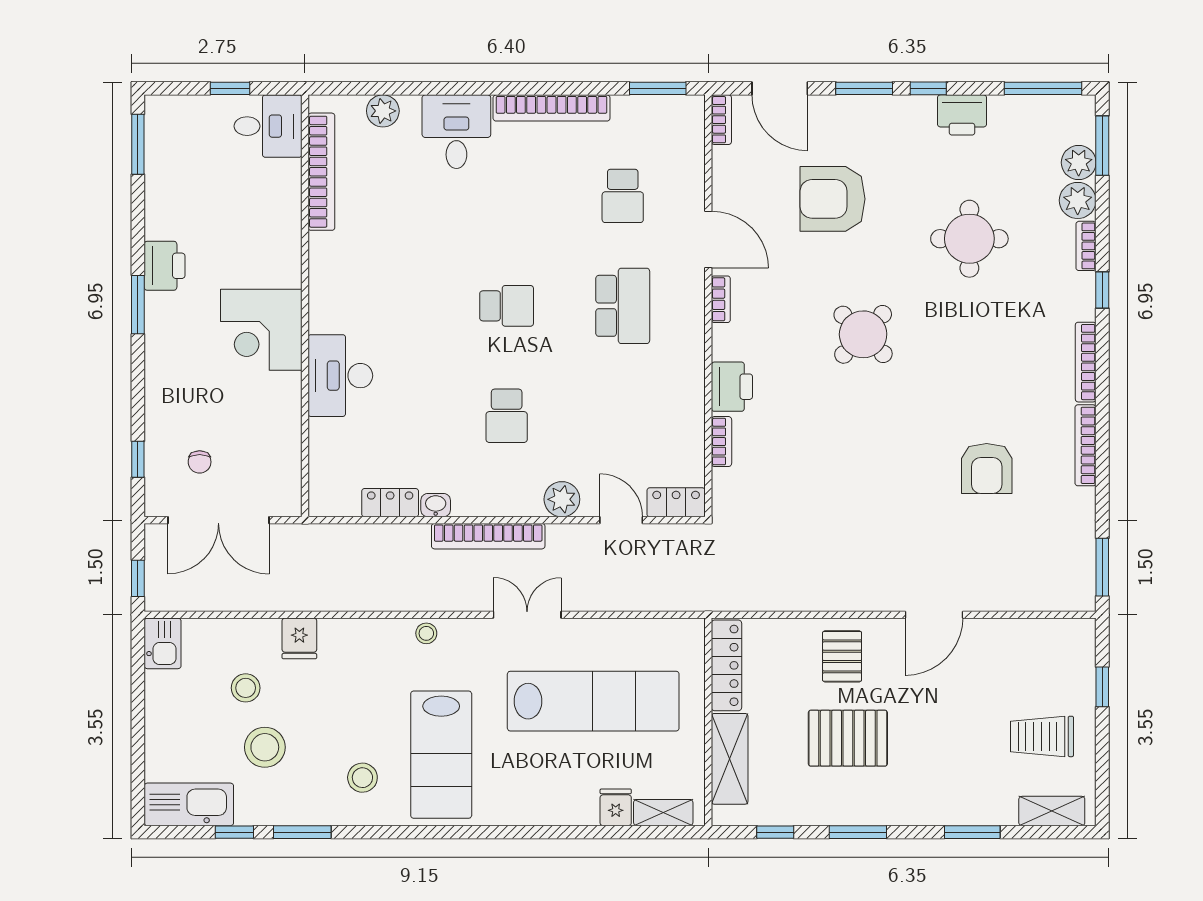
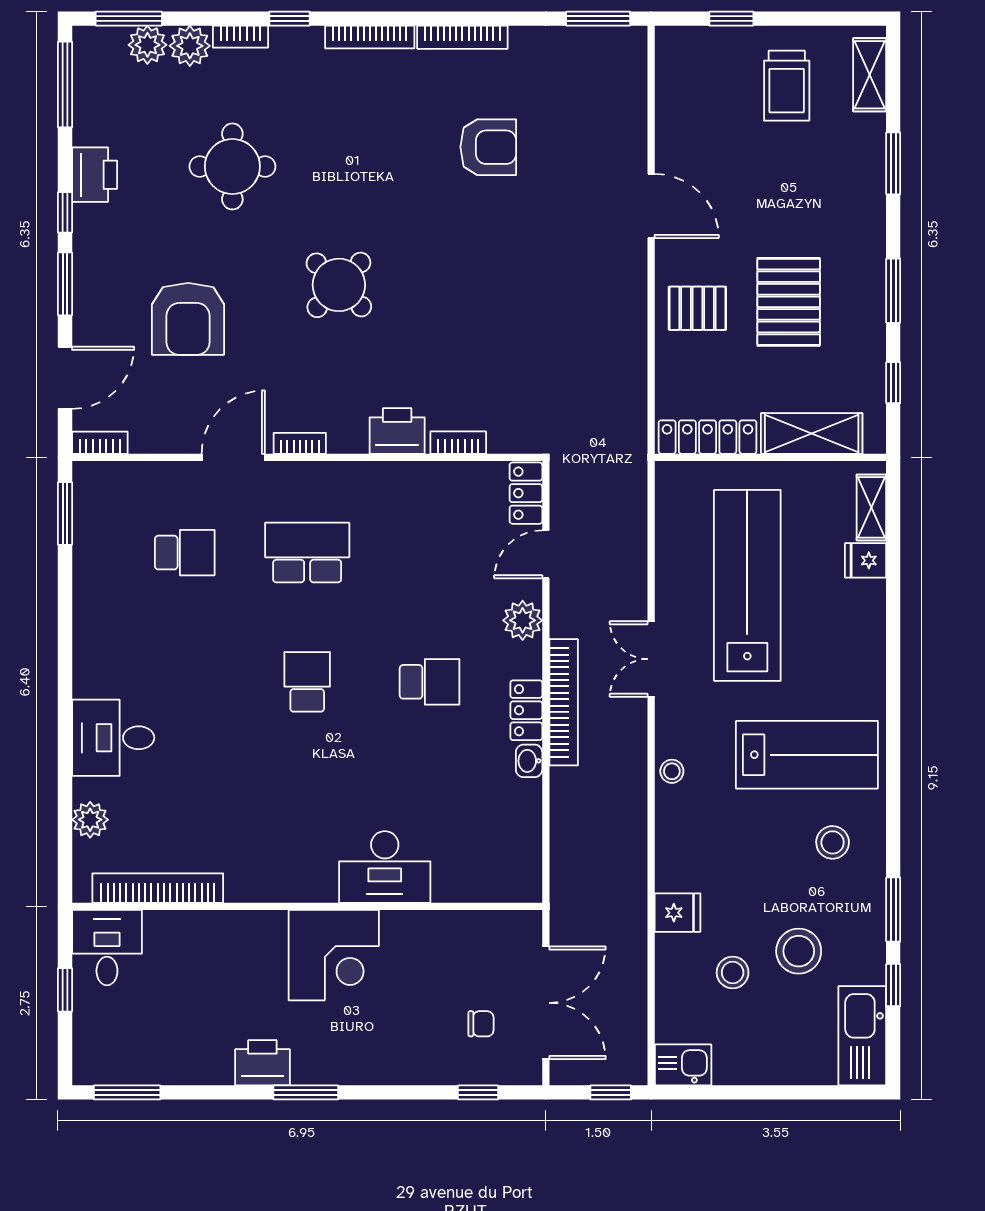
bookcase: (552, 108) -> (87, 632), removed
locker: (390, 503) -> (526, 710), moved

